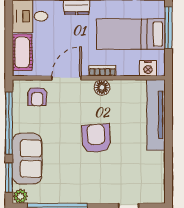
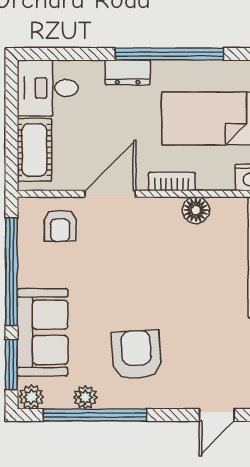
floor lamp: (102, 87) -> (196, 210), moved
armchair: (96, 138) -> (136, 355), moved
plant: (52, 197) -> (85, 397), added

